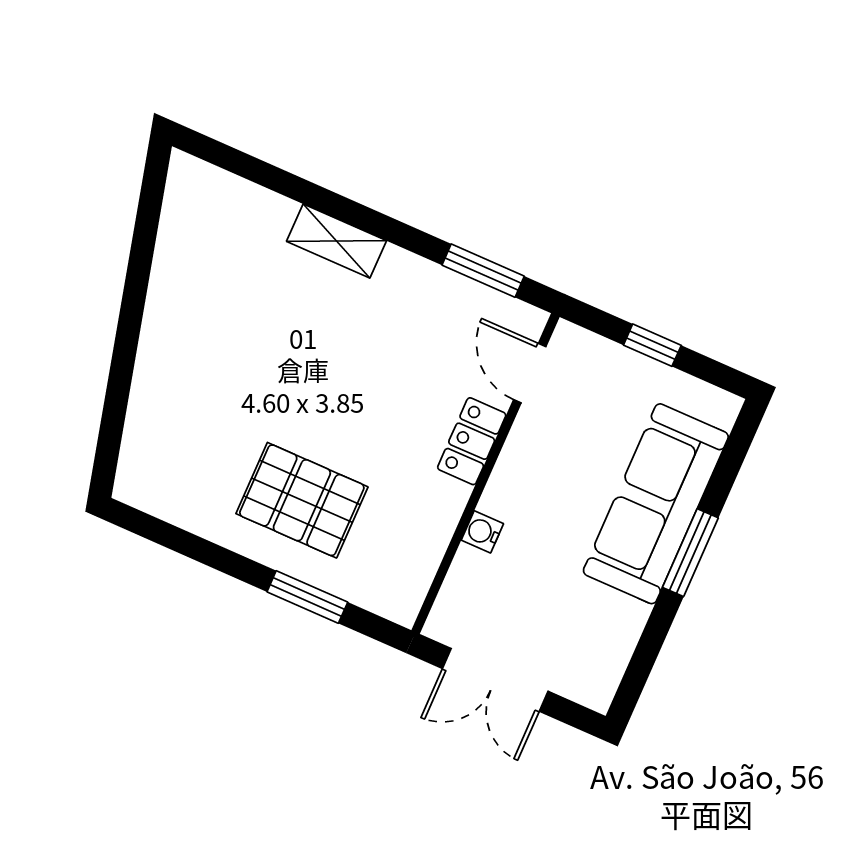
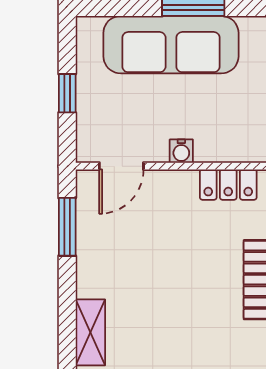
locker: (472, 441) -> (228, 185), moved
water cooler: (482, 532) -> (181, 151), moved

